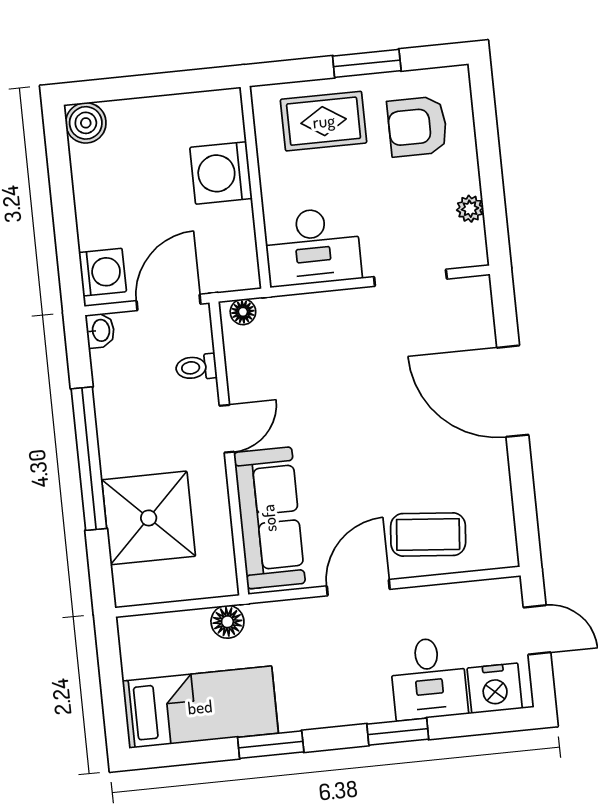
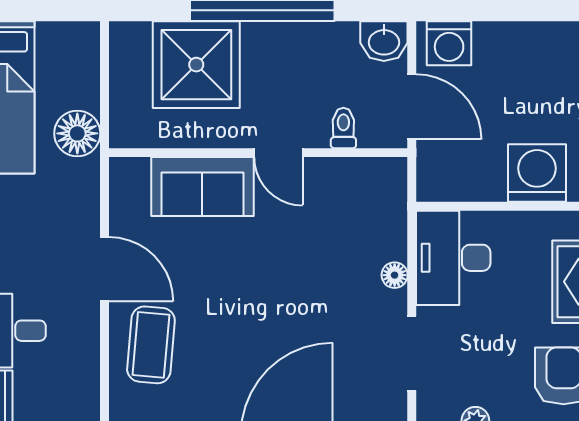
floor lamp: (243, 312) -> (395, 275), moved
washbasin: (100, 330) -> (384, 41), width x1.38, depth x1.45
sofa: (269, 518) -> (202, 187), width x0.73
floor lamp: (227, 622) -> (77, 133), width x1.38, depth x1.38

